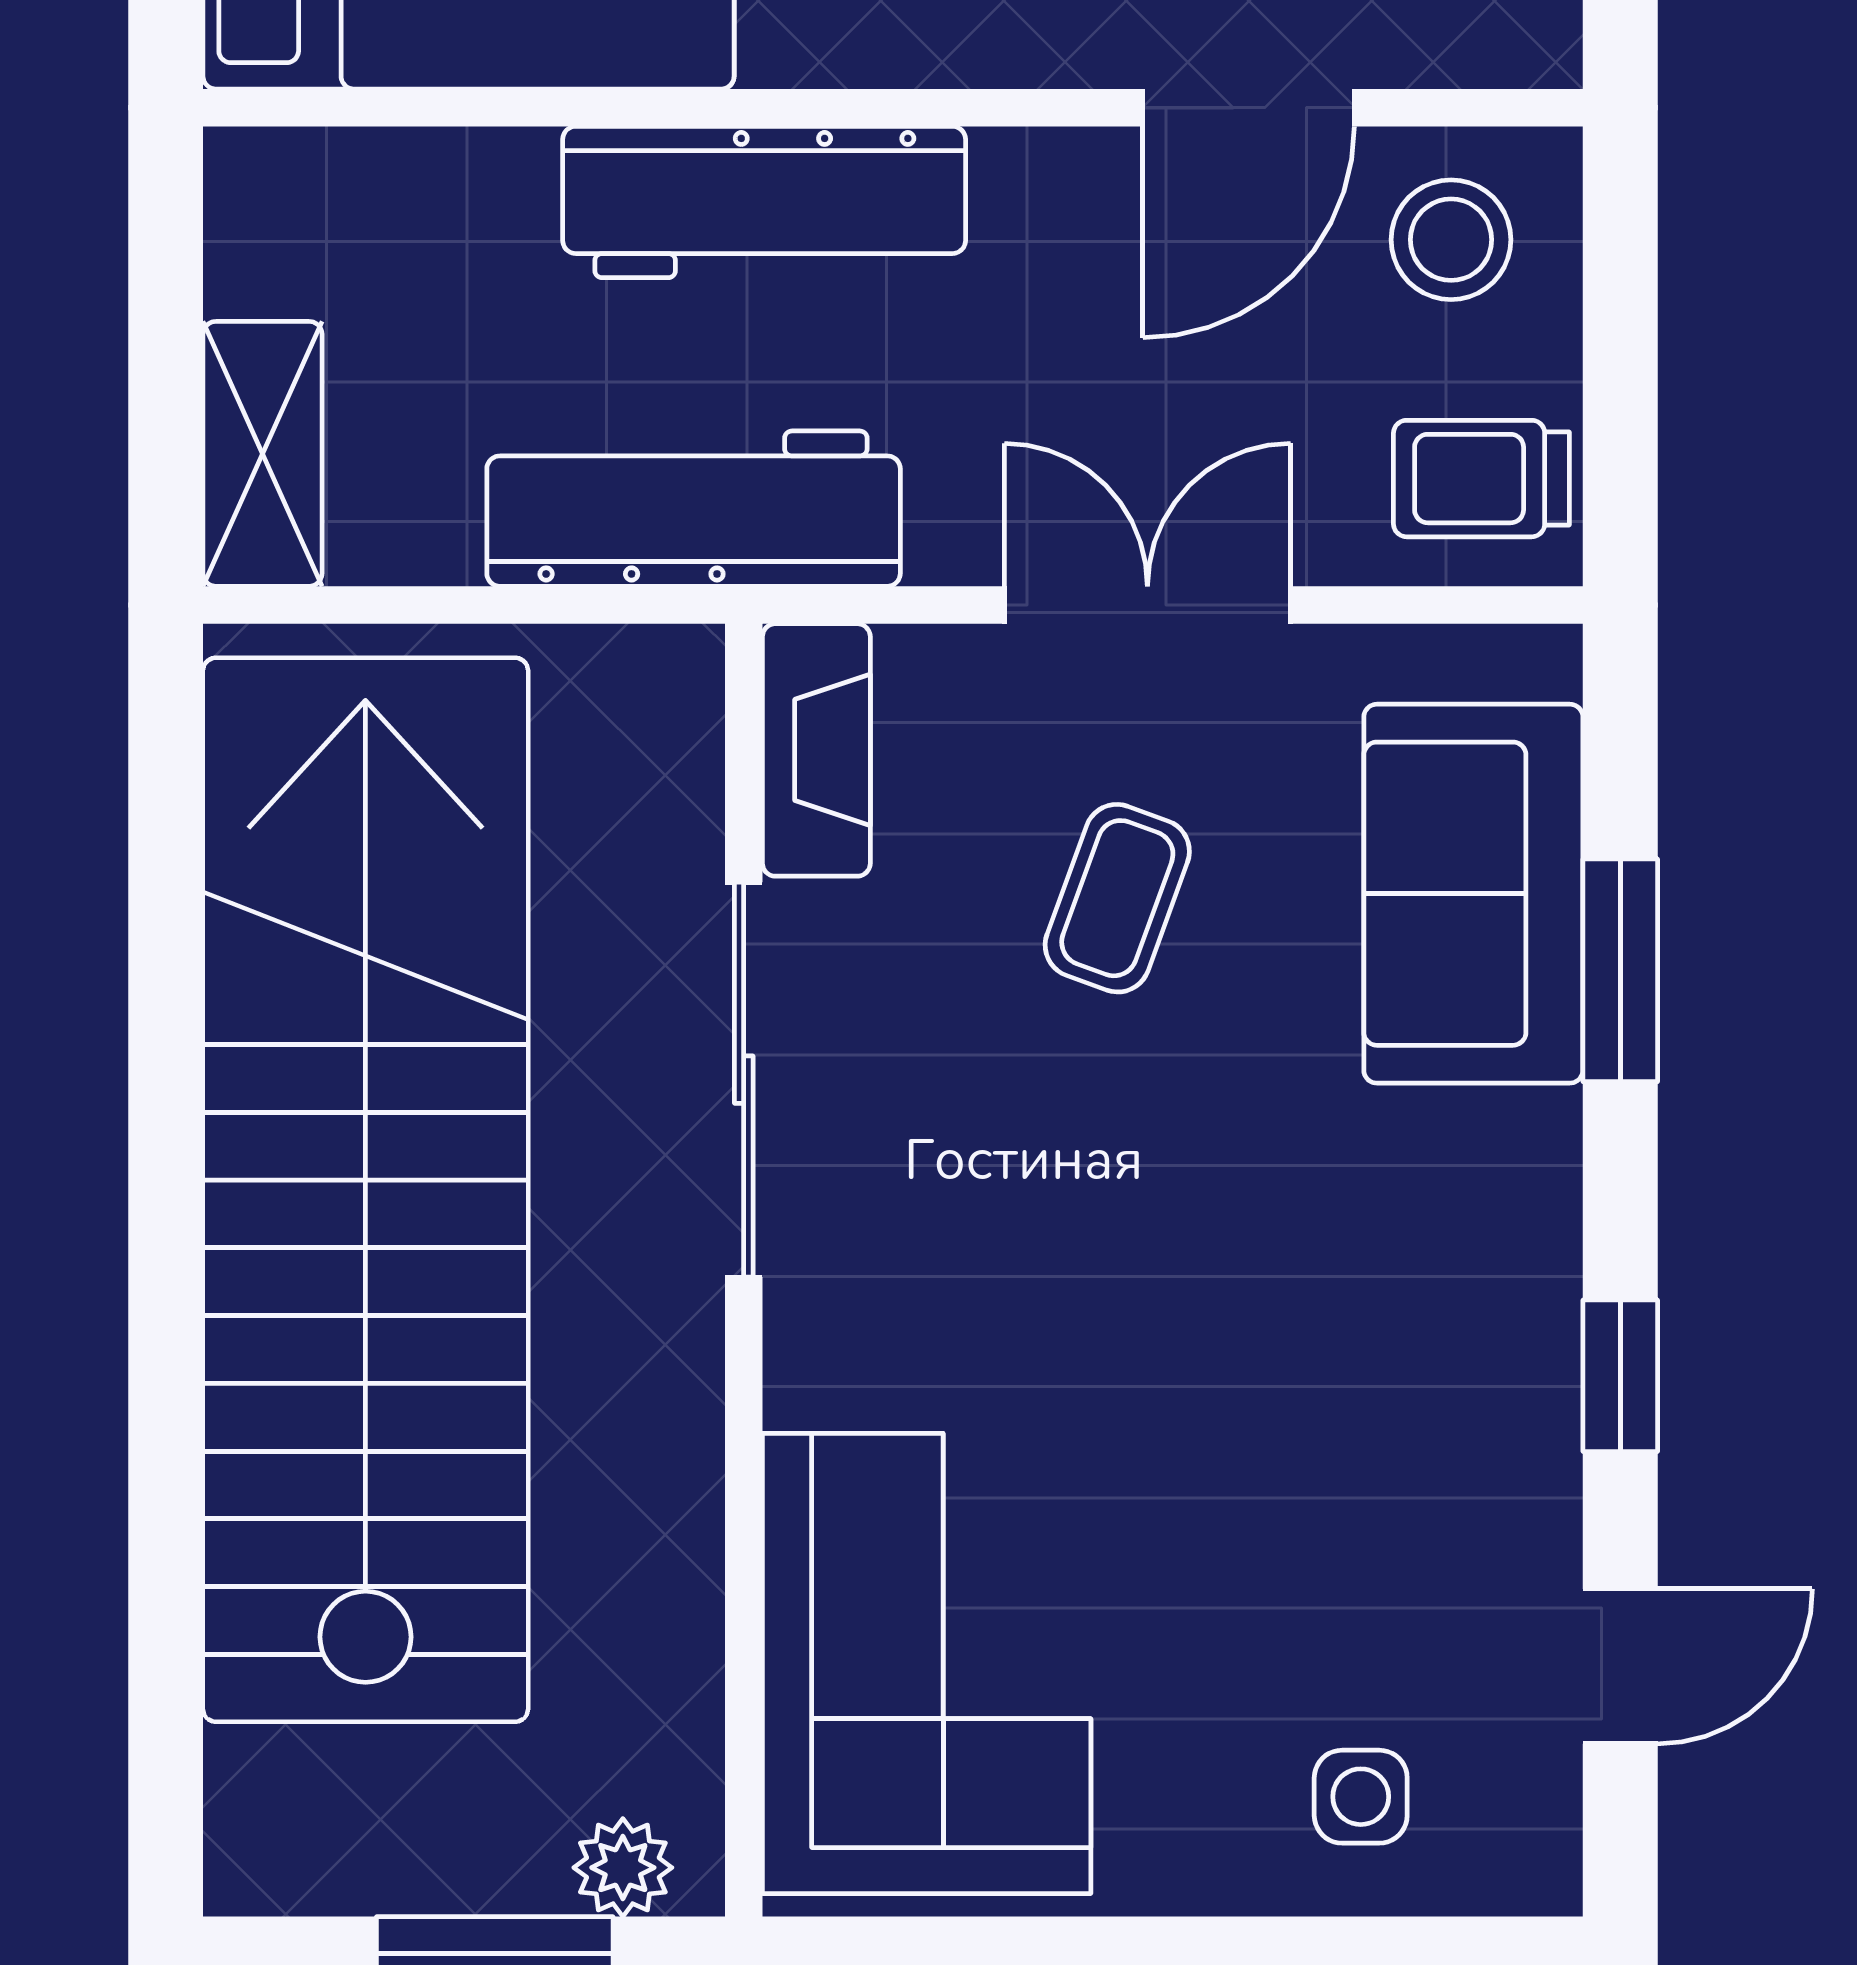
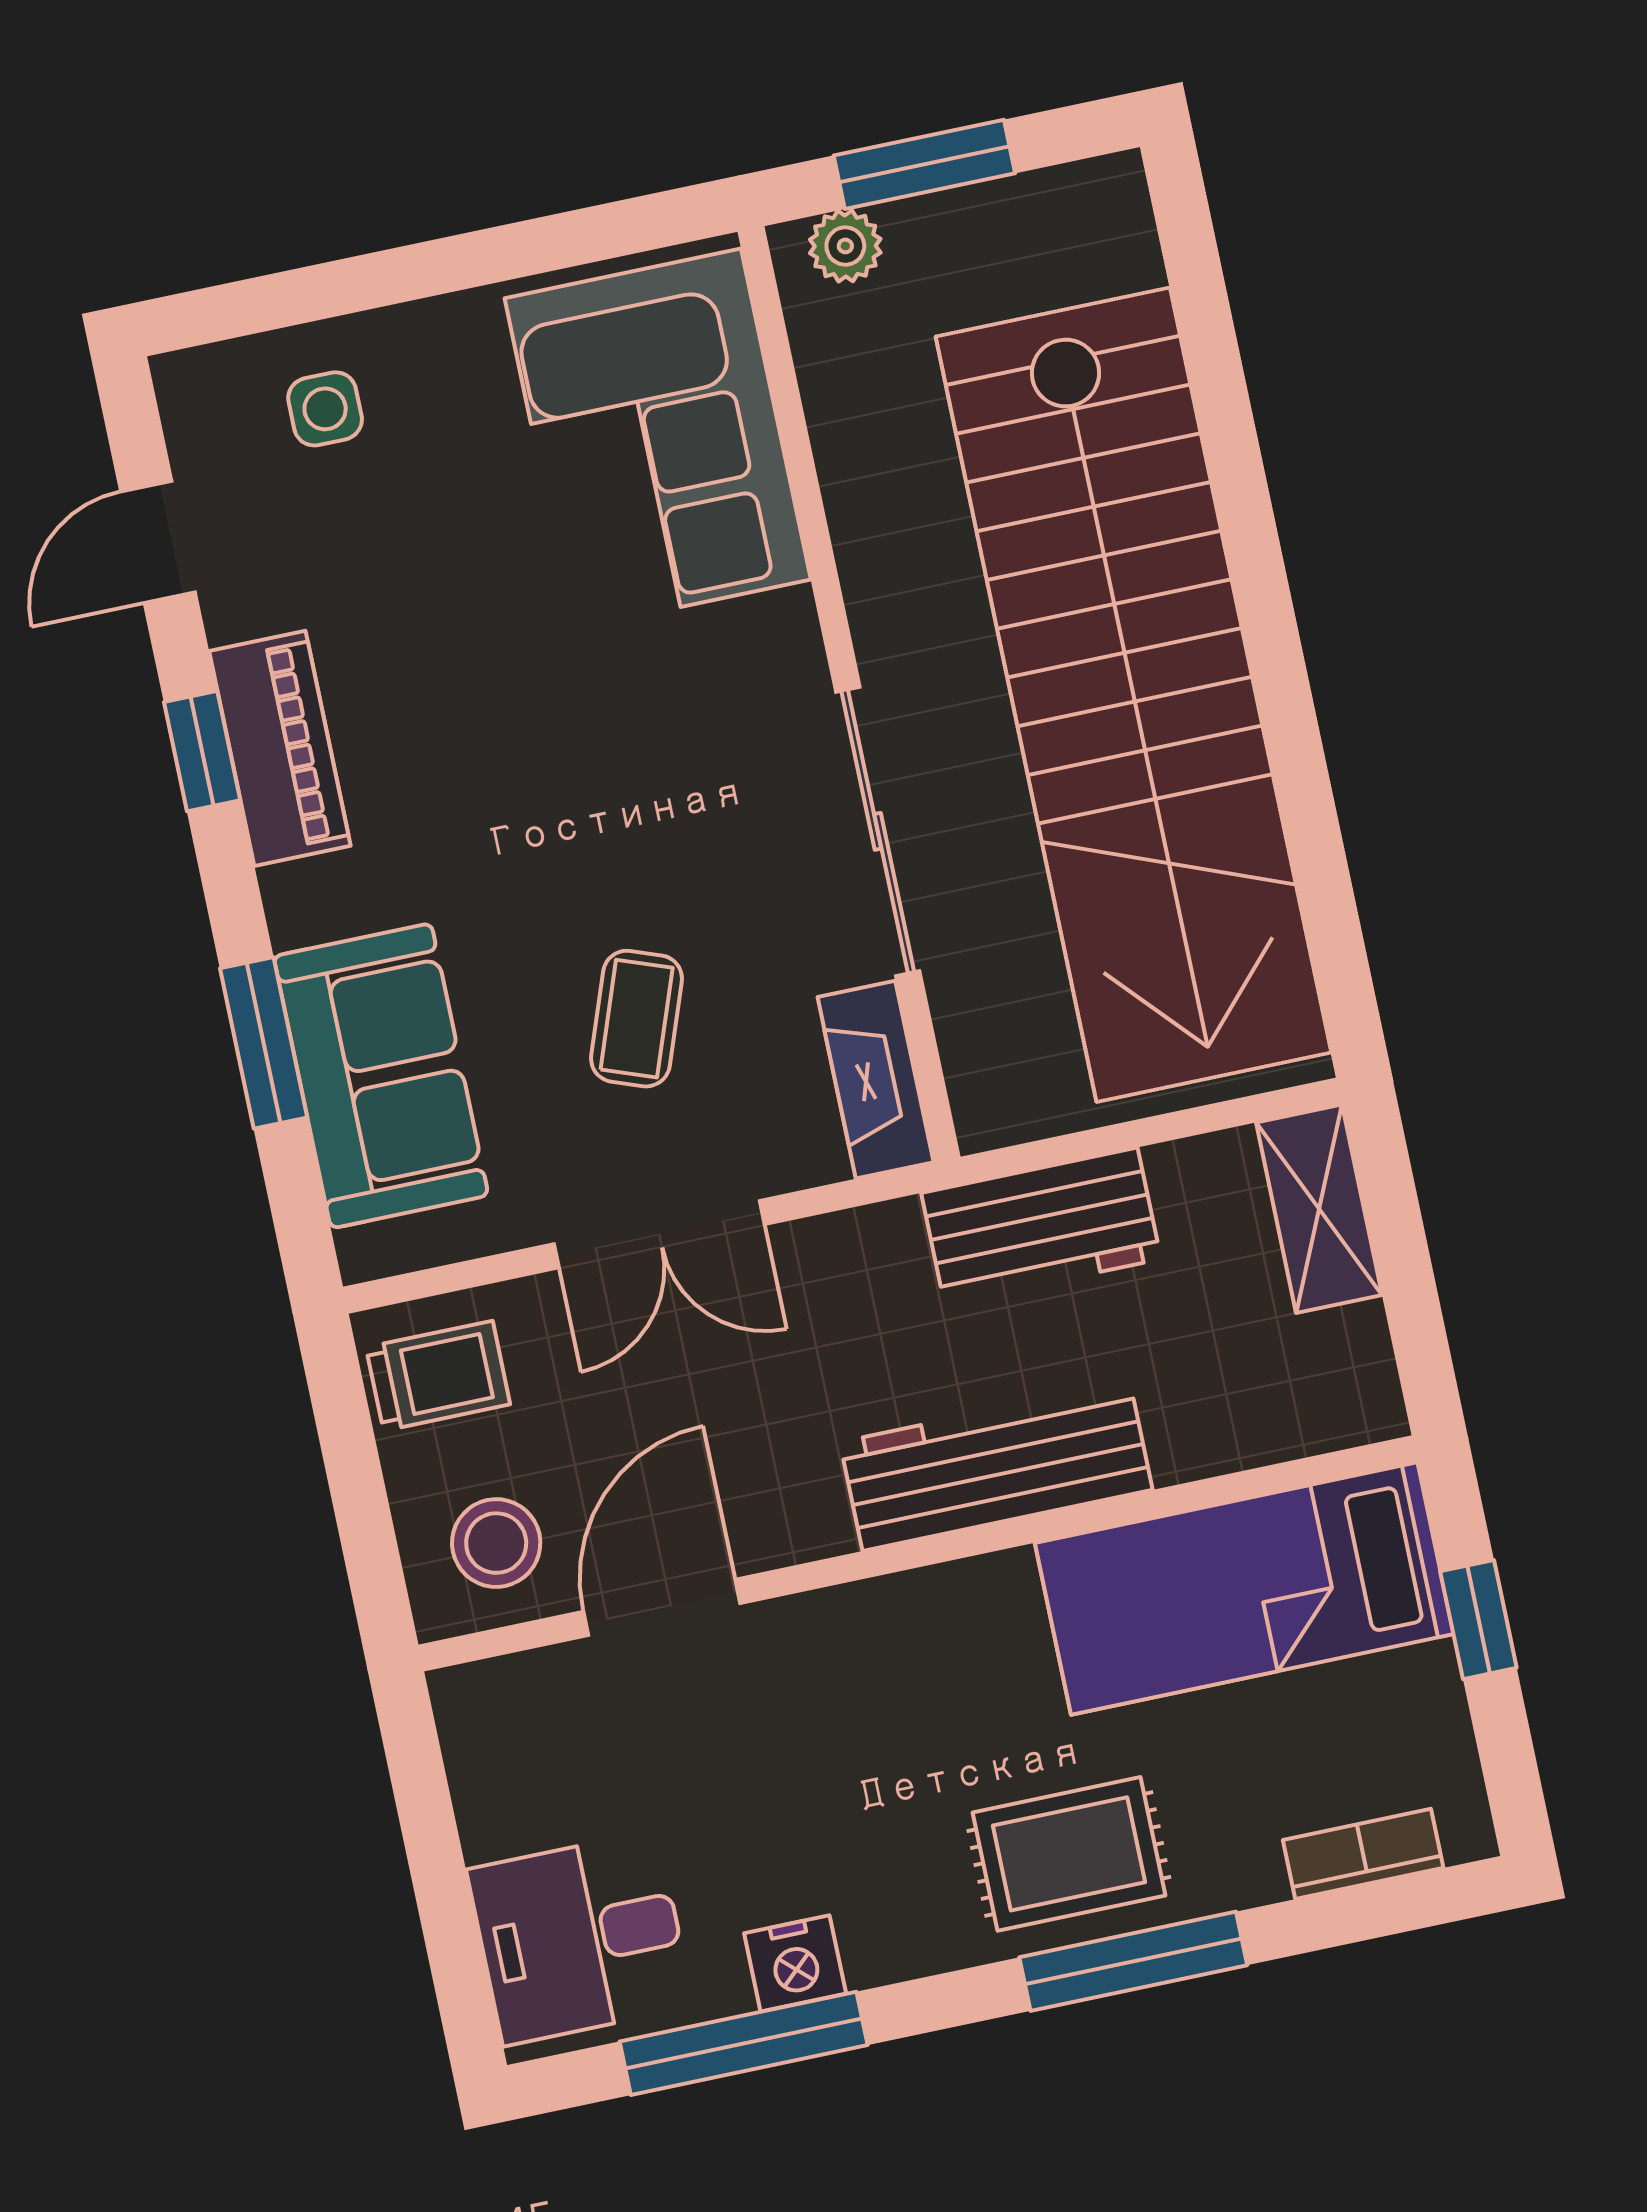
workbench: (694, 509) -> (1041, 1226), width x0.73
piano: (1516, 1358) -> (280, 748), added

